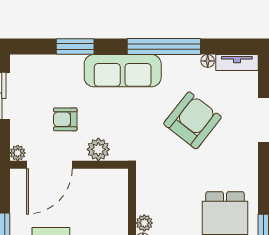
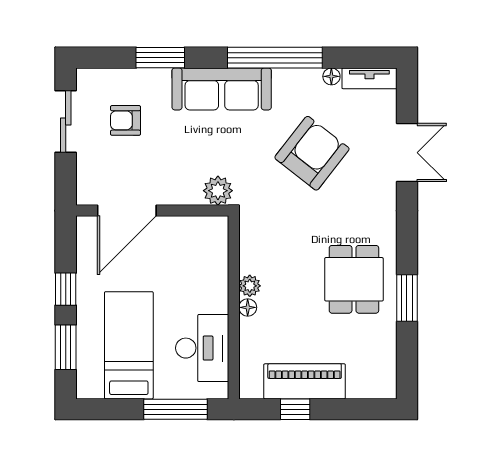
armchair: (65, 119) -> (126, 120), moved
plant: (98, 149) -> (218, 191), moved
plant: (18, 153) -> (86, 195), removed

